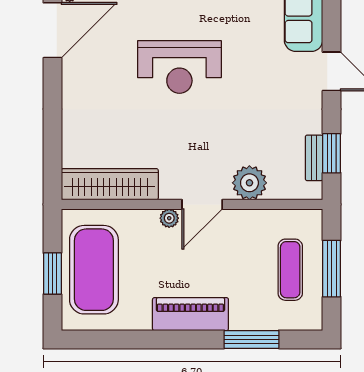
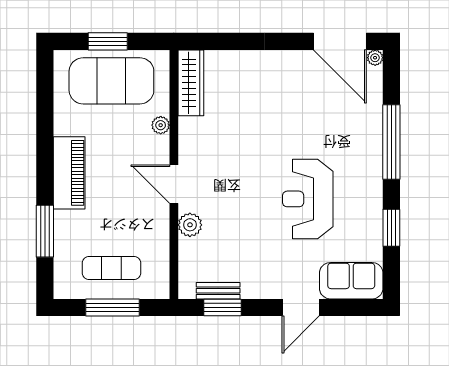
reception desk: (179, 67) -> (308, 199), moved
plant: (249, 183) -> (190, 225), width x0.73, depth x0.73
wardrobe: (110, 184) -> (191, 83), width x0.71, depth x0.85
plant: (169, 218) -> (161, 125), moved

